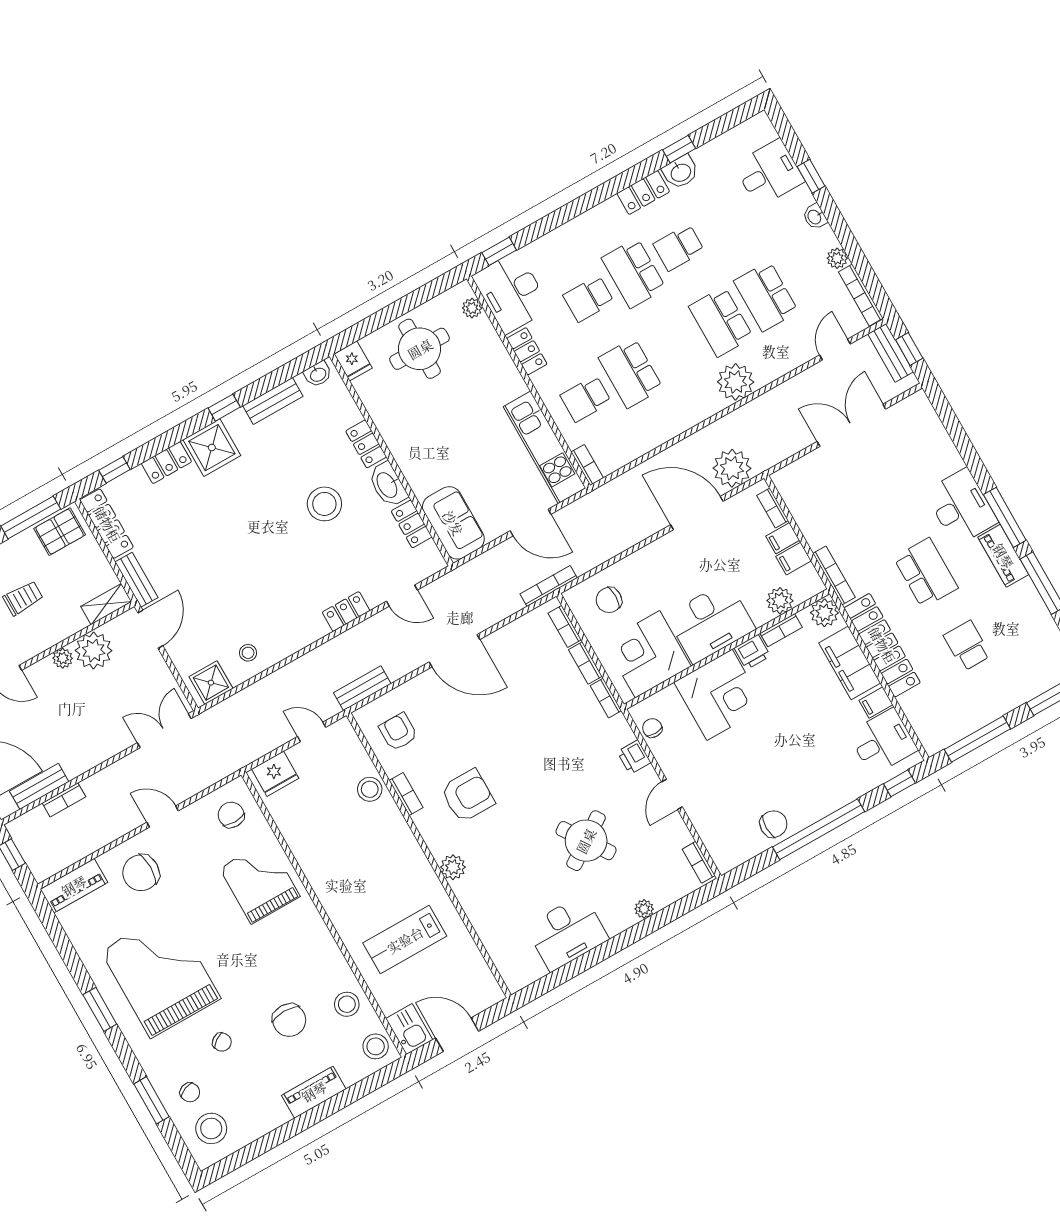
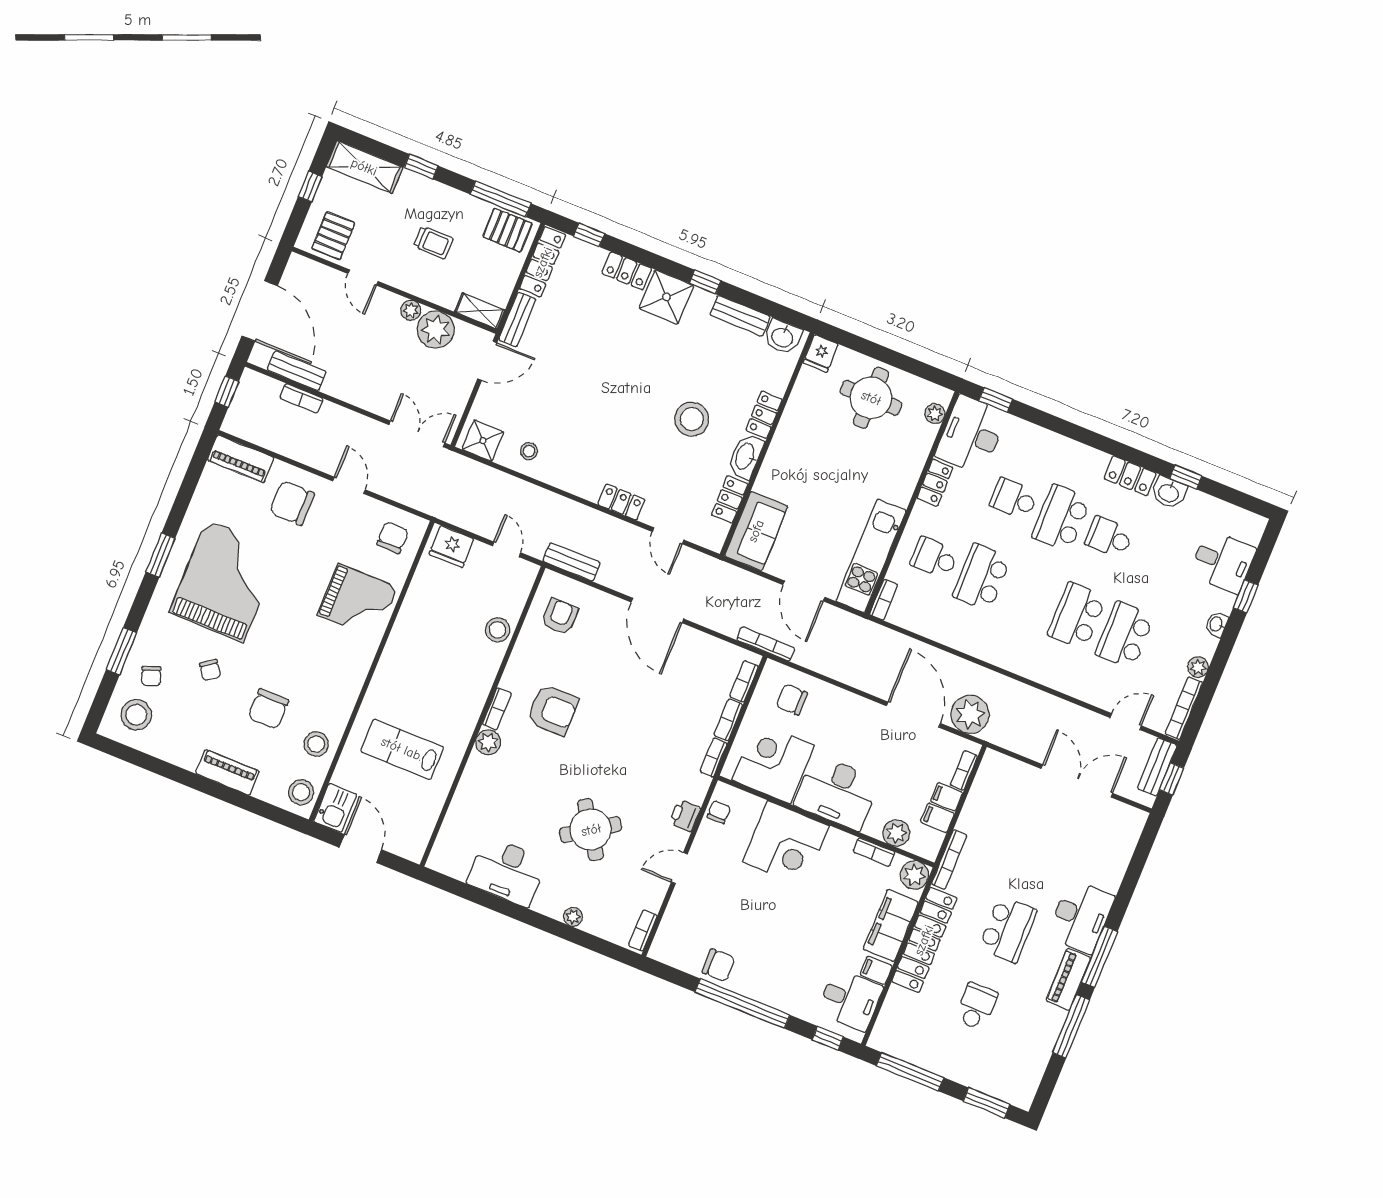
washbasin: (318, 374) -> (783, 337), width x1.38, depth x1.45
plant: (736, 382) -> (1039, 664), removed
printer: (752, 652) -> (839, 843), removed
bookcase: (406, 794) -> (497, 709), moved
grand piano: (260, 882) -> (358, 601), turned 90

